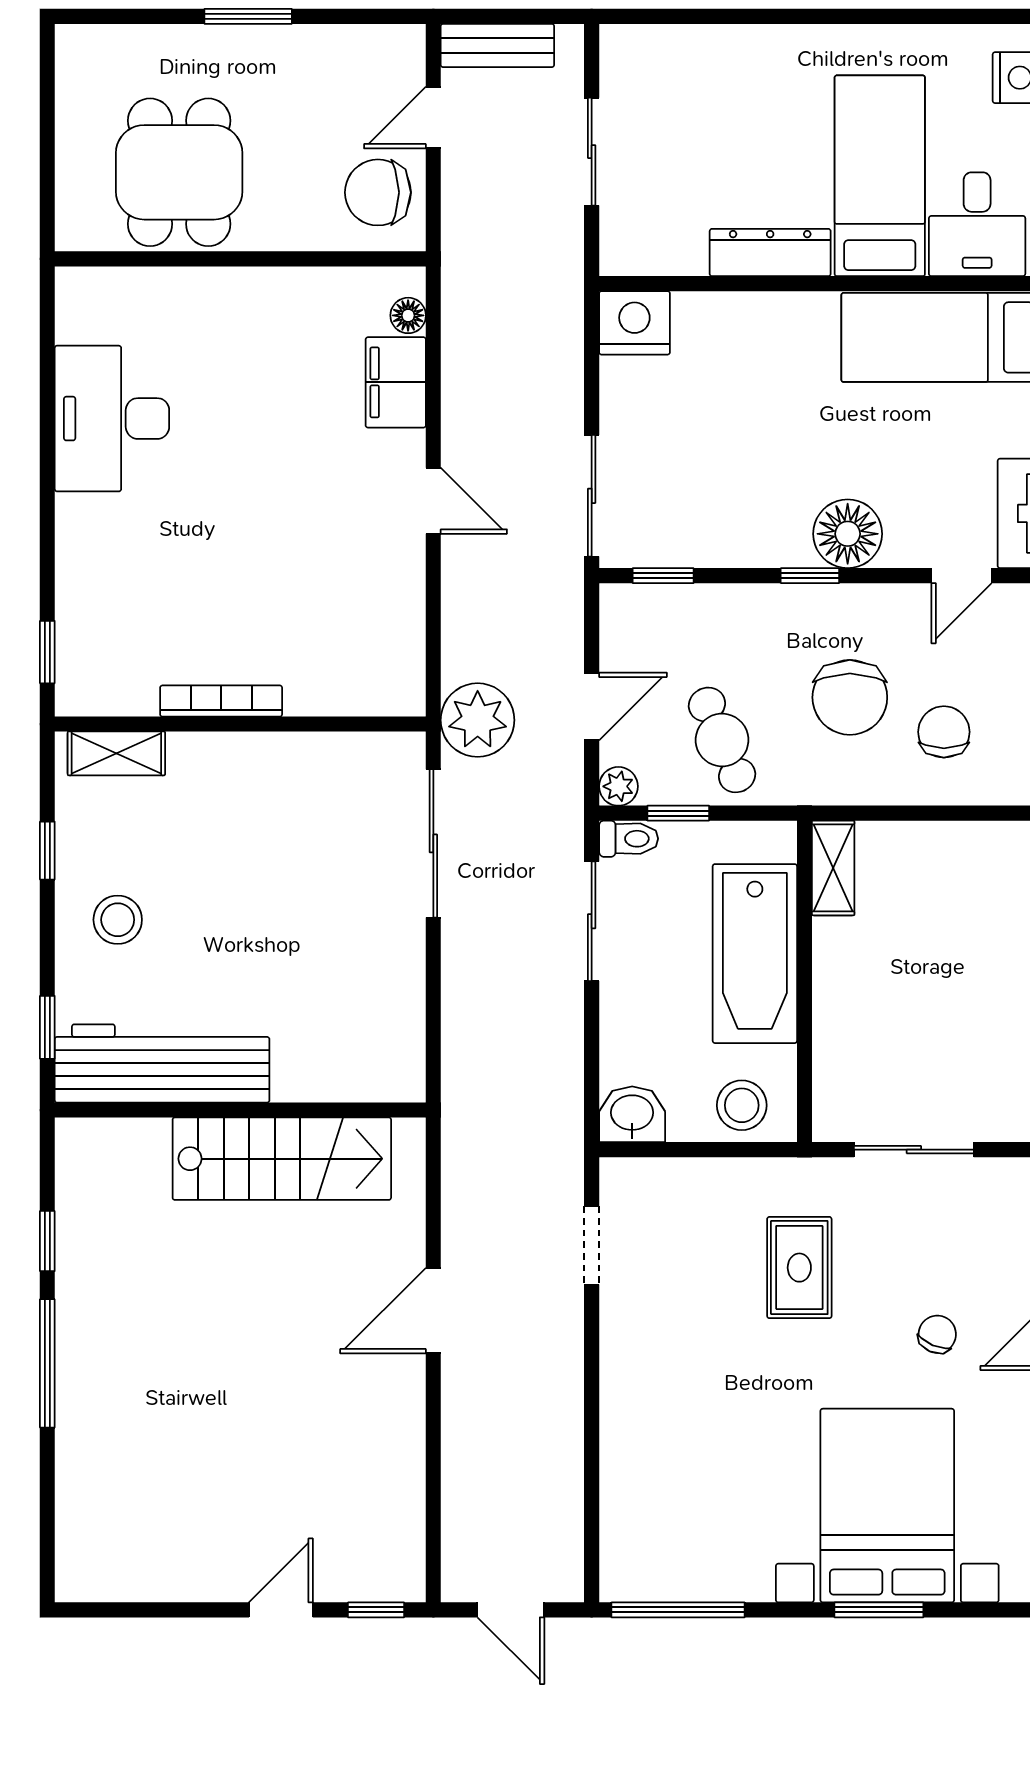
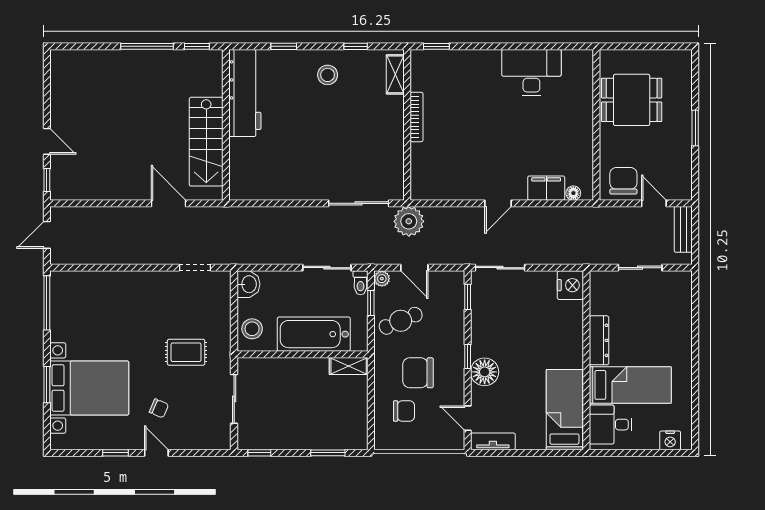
workbench: (162, 1063) -> (245, 93), moved
wall: (240, 1110) -> (226, 125), moved
stairs: (282, 1159) -> (206, 142), moved

